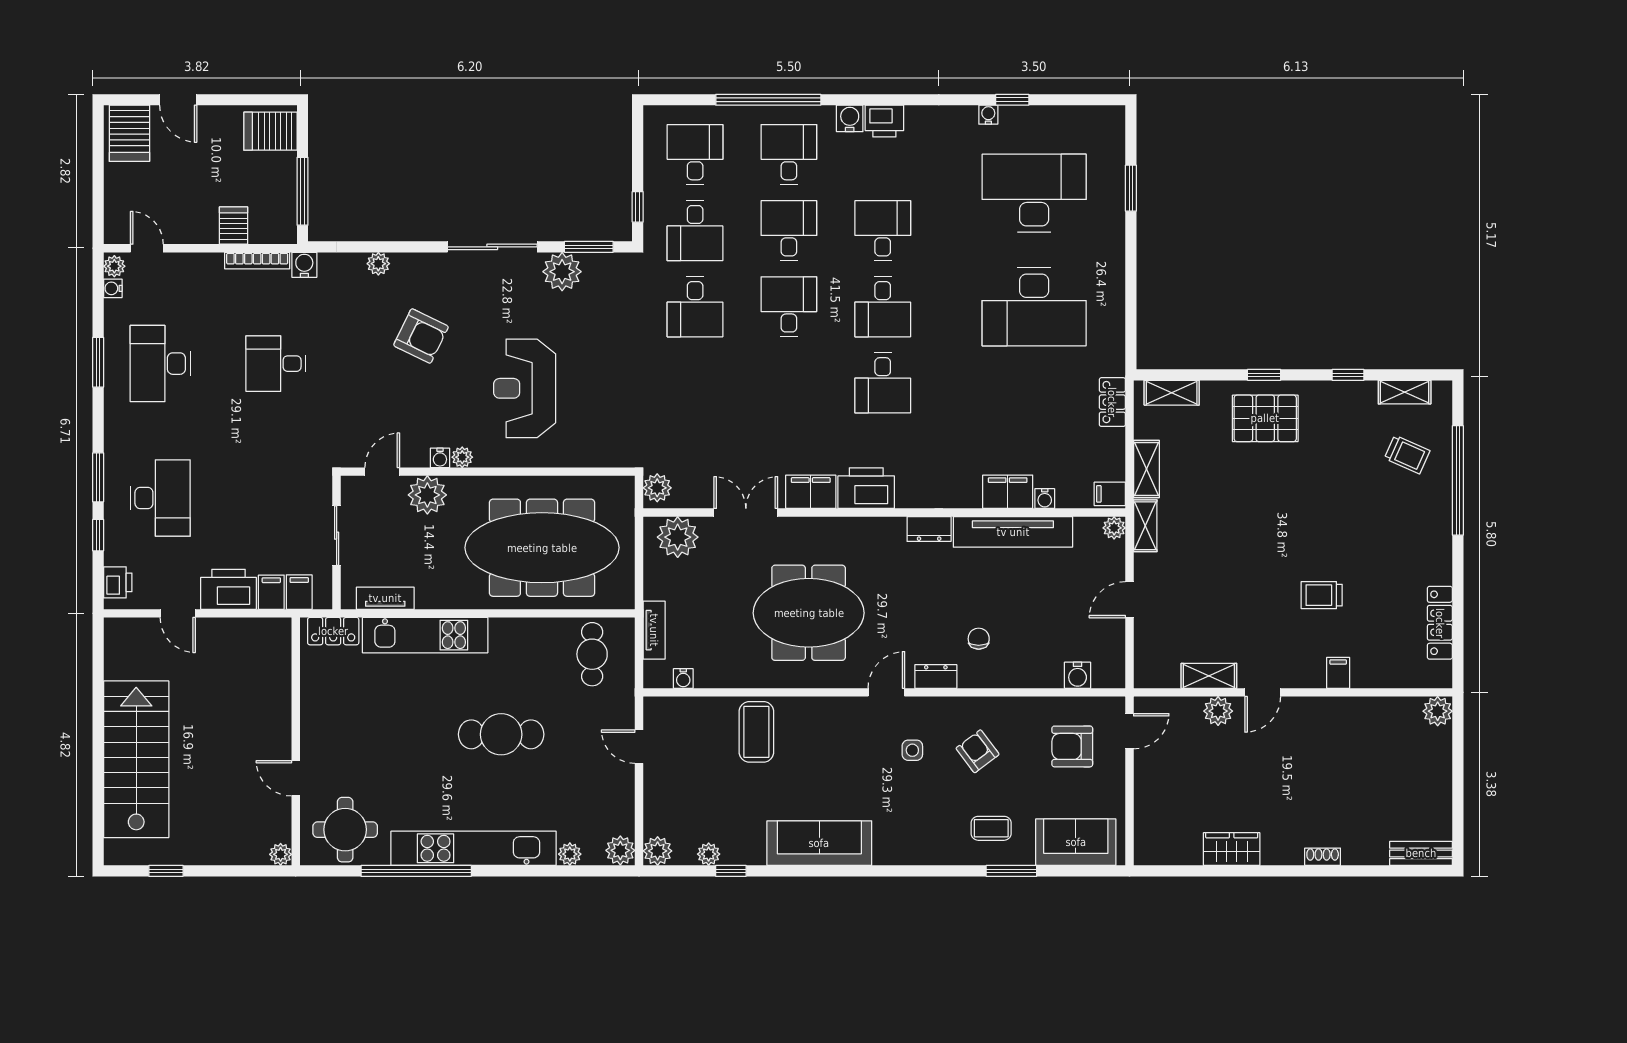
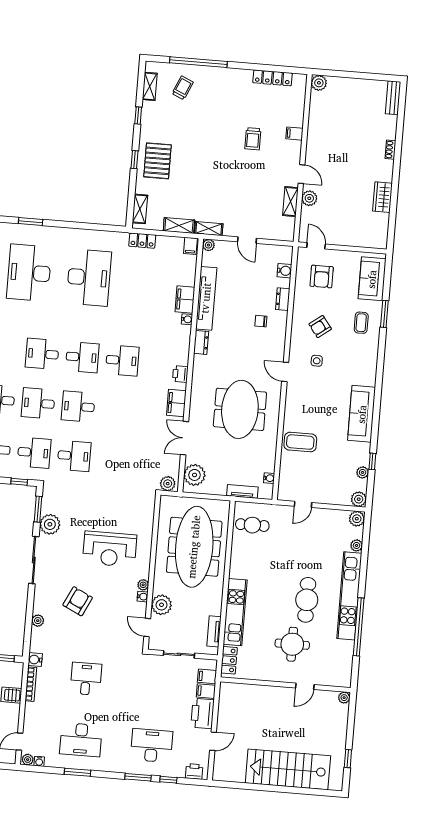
desk: (276, 364) -> (86, 679), turned 180
printer: (866, 488) -> (180, 374), width x0.53, depth x0.68
water cooler: (1045, 499) -> (187, 319), moved
dresser: (936, 676) -> (283, 299), moved
cafe table: (501, 734) -> (307, 600), moved
round table: (345, 830) -> (292, 644), moved

